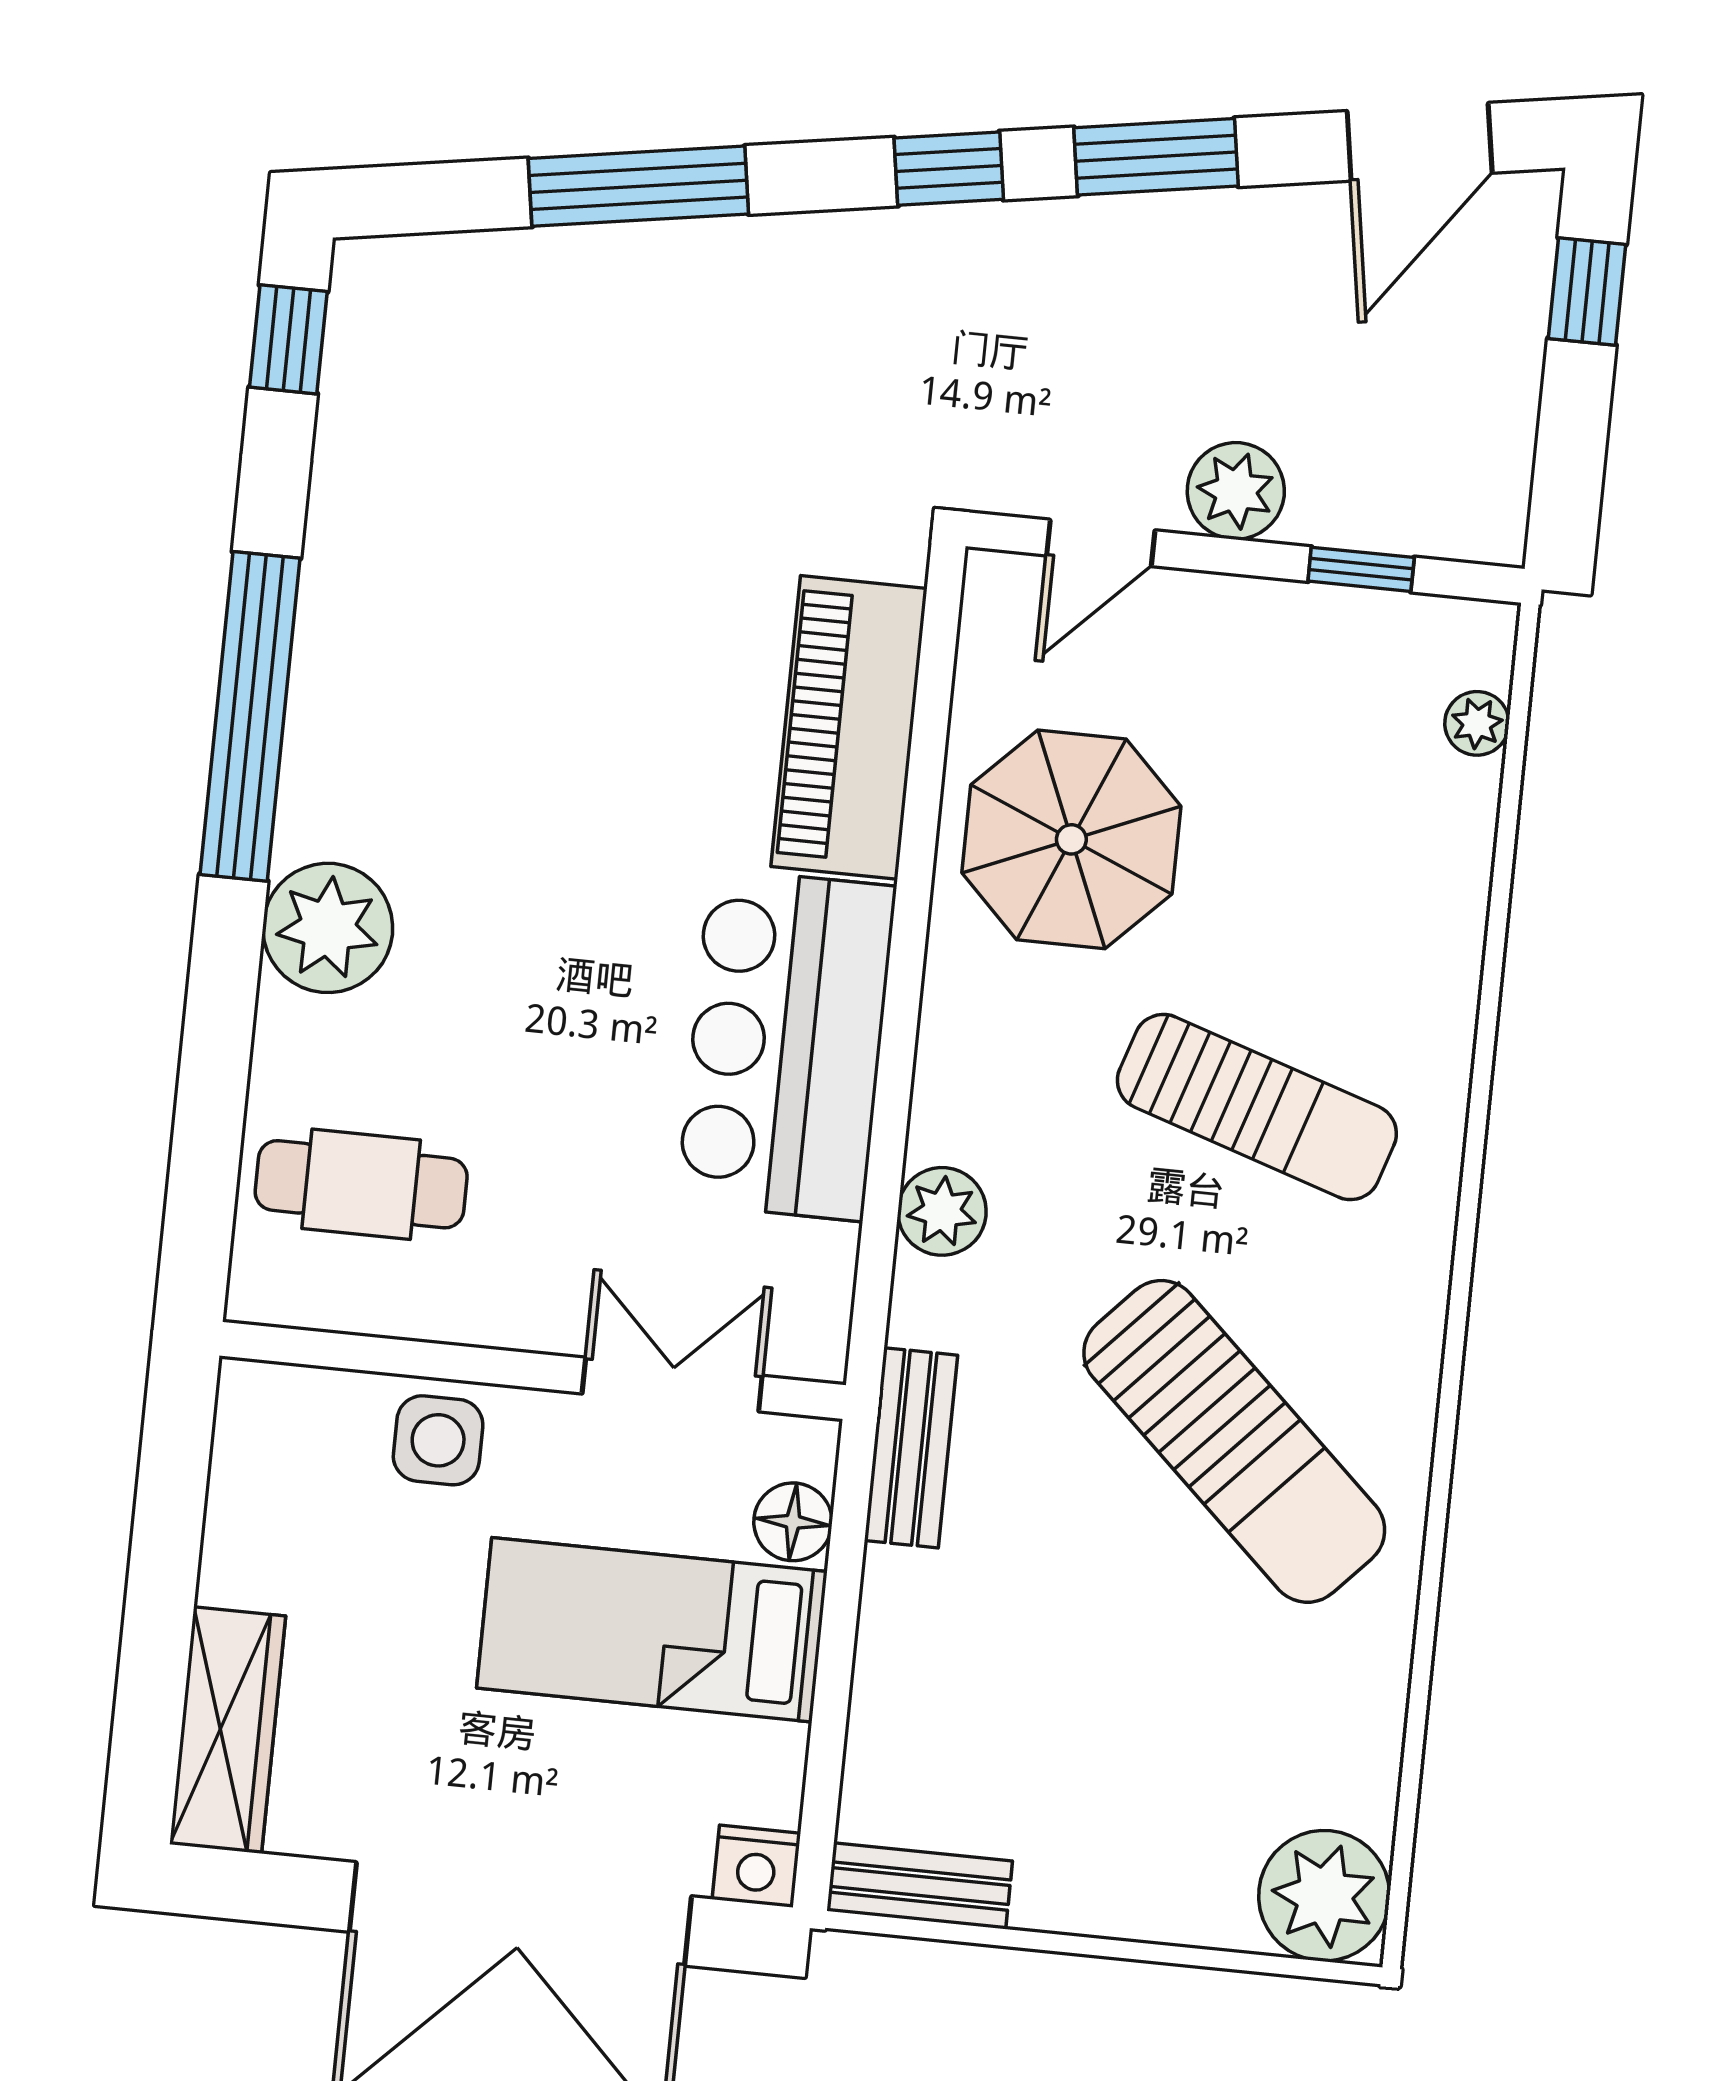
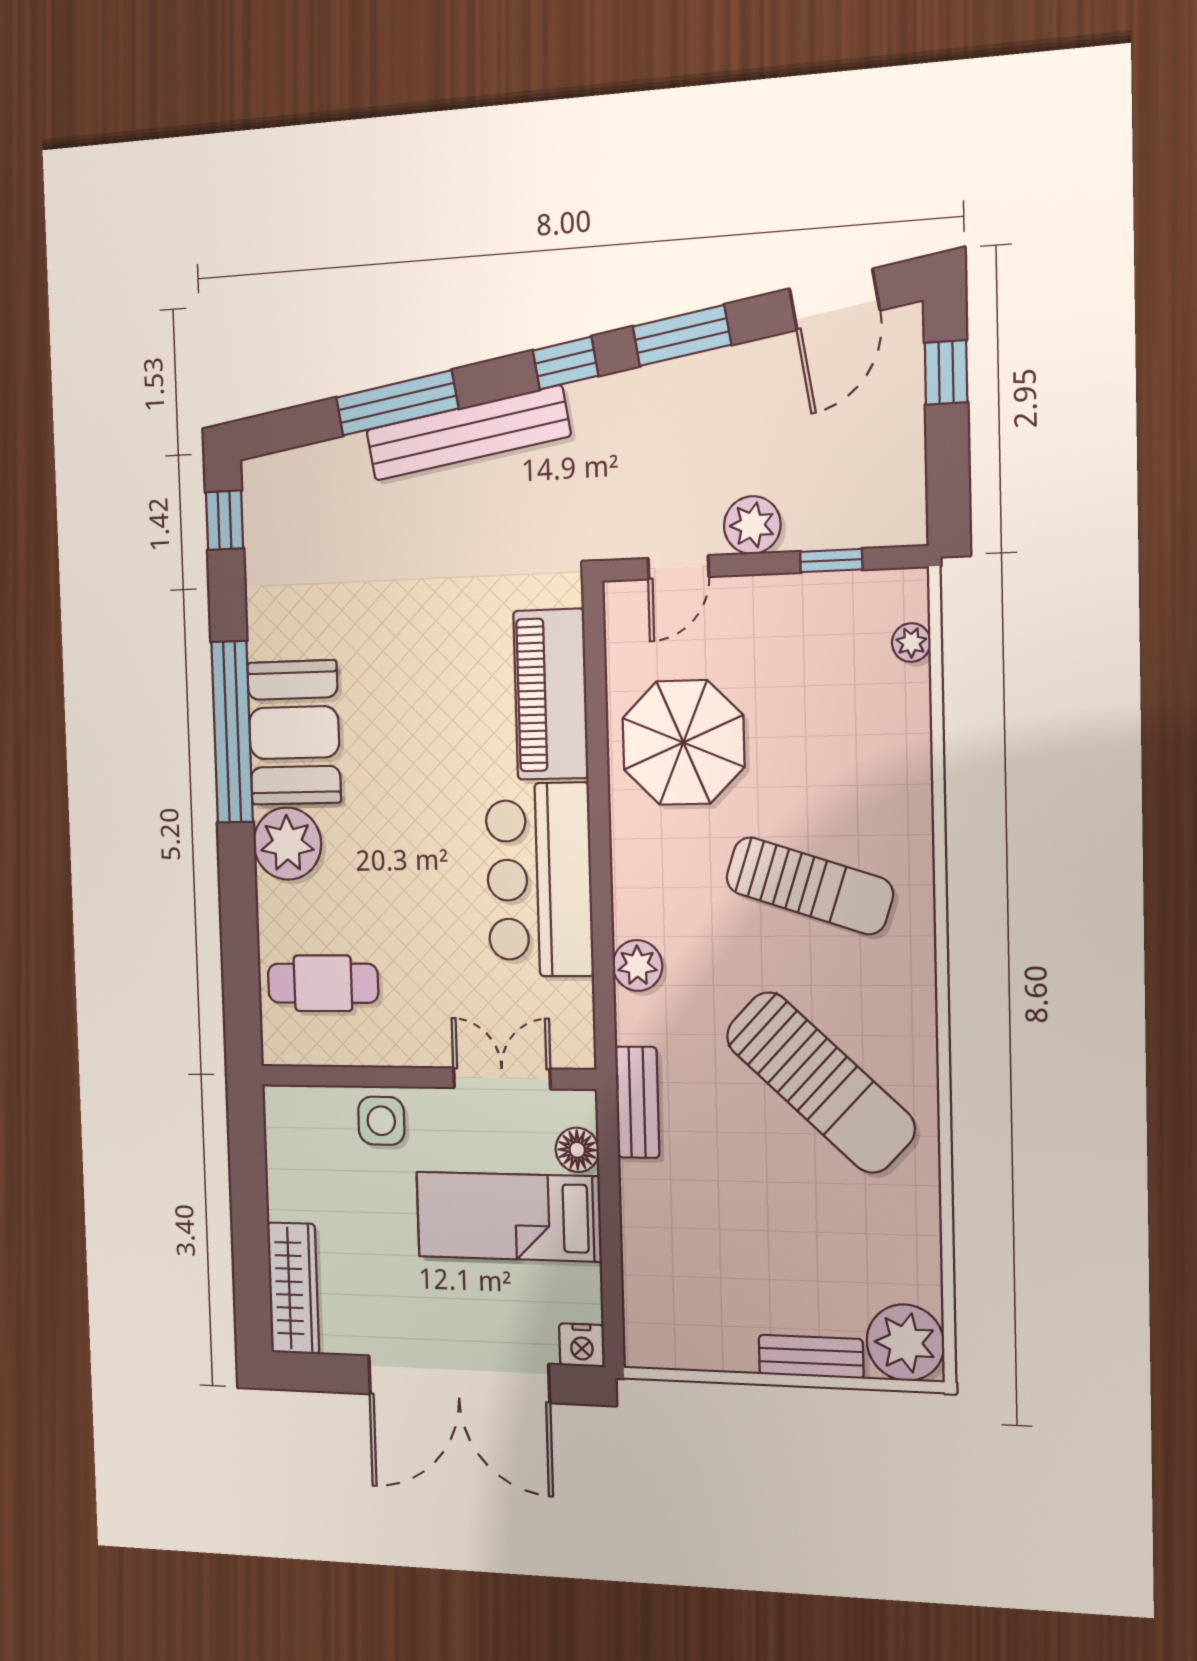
bench: (760, 258) -> (468, 433), added
booth: (368, 733) -> (294, 733), added
bench: (920, 1886) -> (811, 1357), moved

